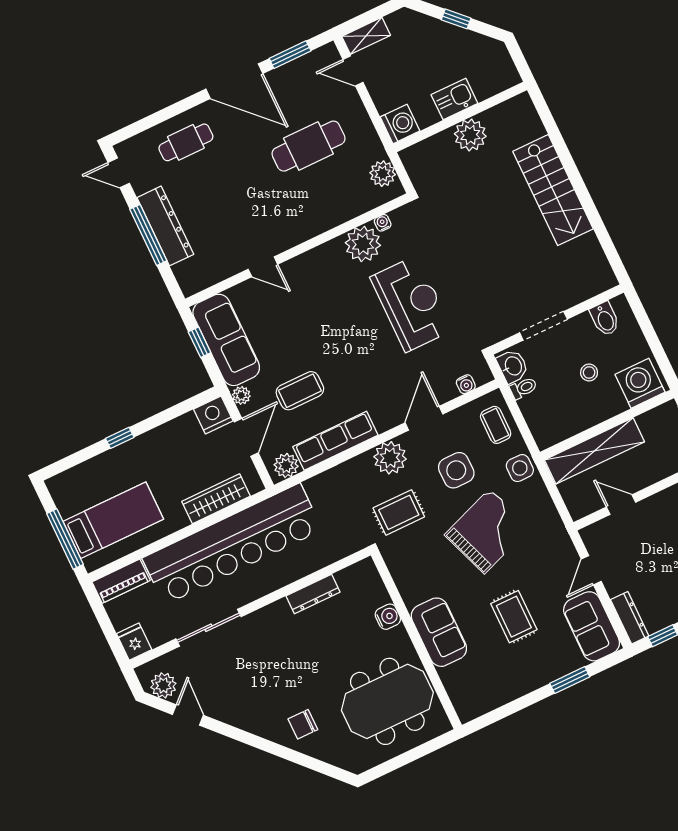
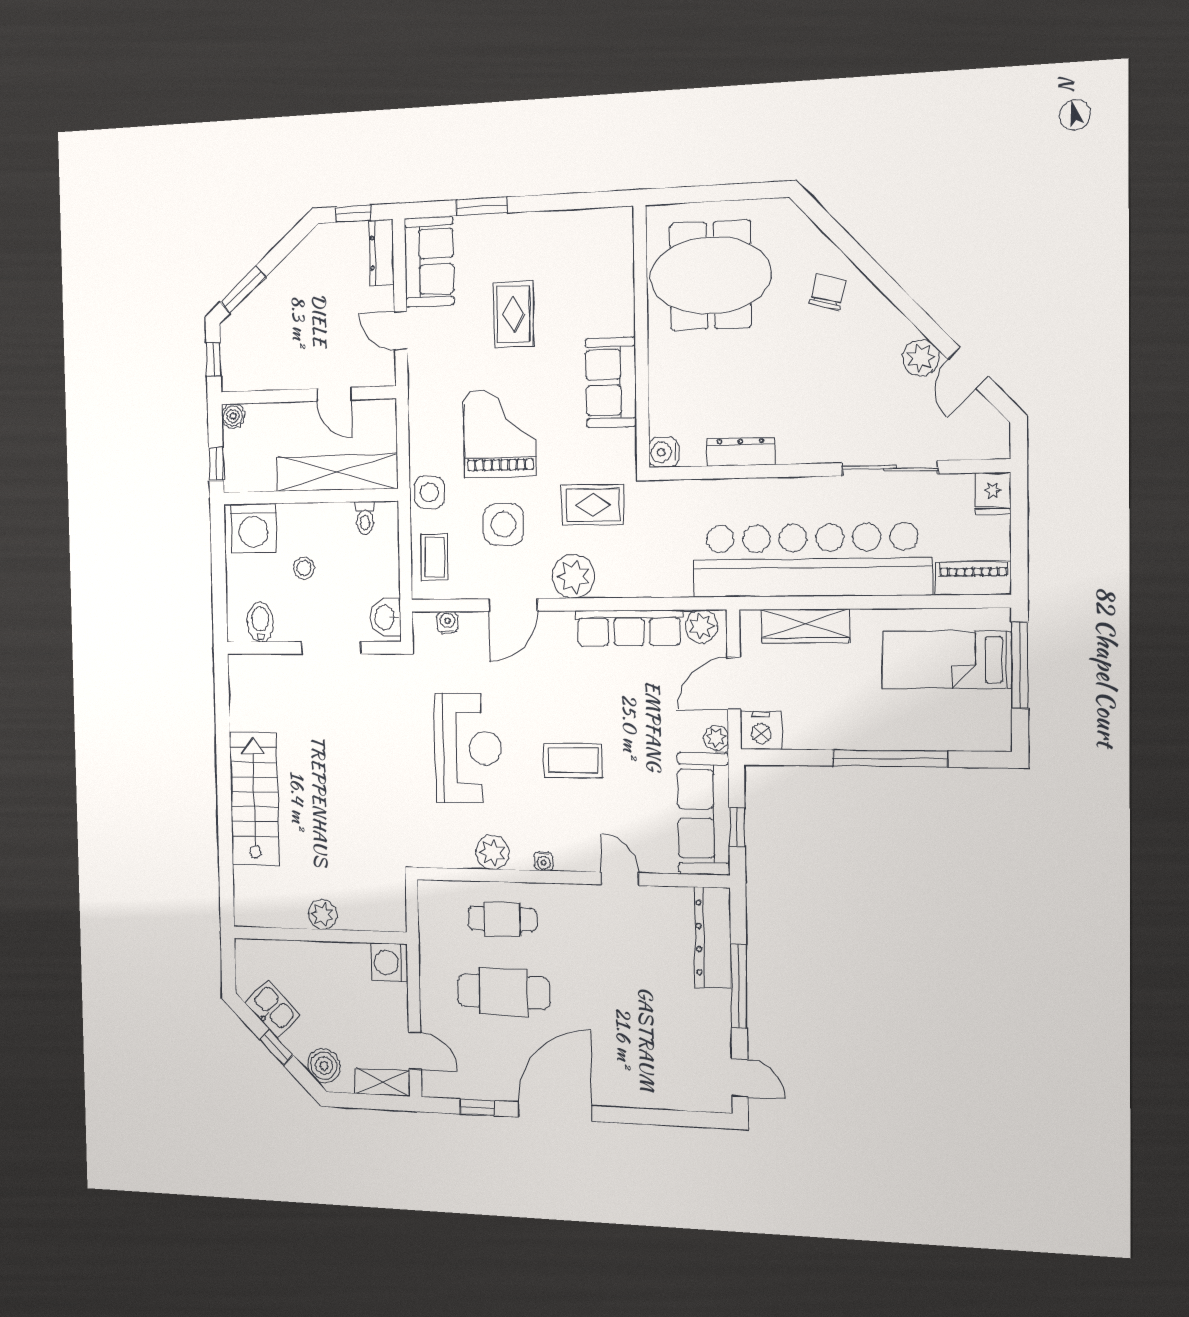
boiler: (415, 25) -> (324, 1066), added
window: (290, 55) -> (477, 1107), width x0.67
door: (234, 81) -> (555, 1112), hinge flipped
kitchen sink: (454, 99) -> (273, 1009), moved, turned -135
plant: (470, 135) -> (323, 914), width x0.73, depth x0.73
cafe table: (186, 142) -> (502, 919), moved
plant: (383, 174) -> (434, 916), removed
water cooler: (383, 223) -> (544, 861), moved
dresser: (165, 226) -> (713, 938), moved
plant: (363, 244) -> (492, 852), width x0.73, depth x0.73
reception desk: (411, 304) -> (468, 748), turned 180
toilet: (523, 388) -> (365, 518), moved, turned -90
coffee table: (300, 391) -> (573, 760), moved
window: (120, 438) -> (890, 759), width x3.17
grand piano: (487, 531) -> (500, 433), turned 110
door: (591, 570) -> (401, 331), swing flipped
water cooler: (388, 617) -> (664, 452), moved
sofa: (439, 632) -> (611, 382), moved
plant: (163, 685) -> (921, 358), moved
chair: (303, 724) -> (828, 292), turned -76

